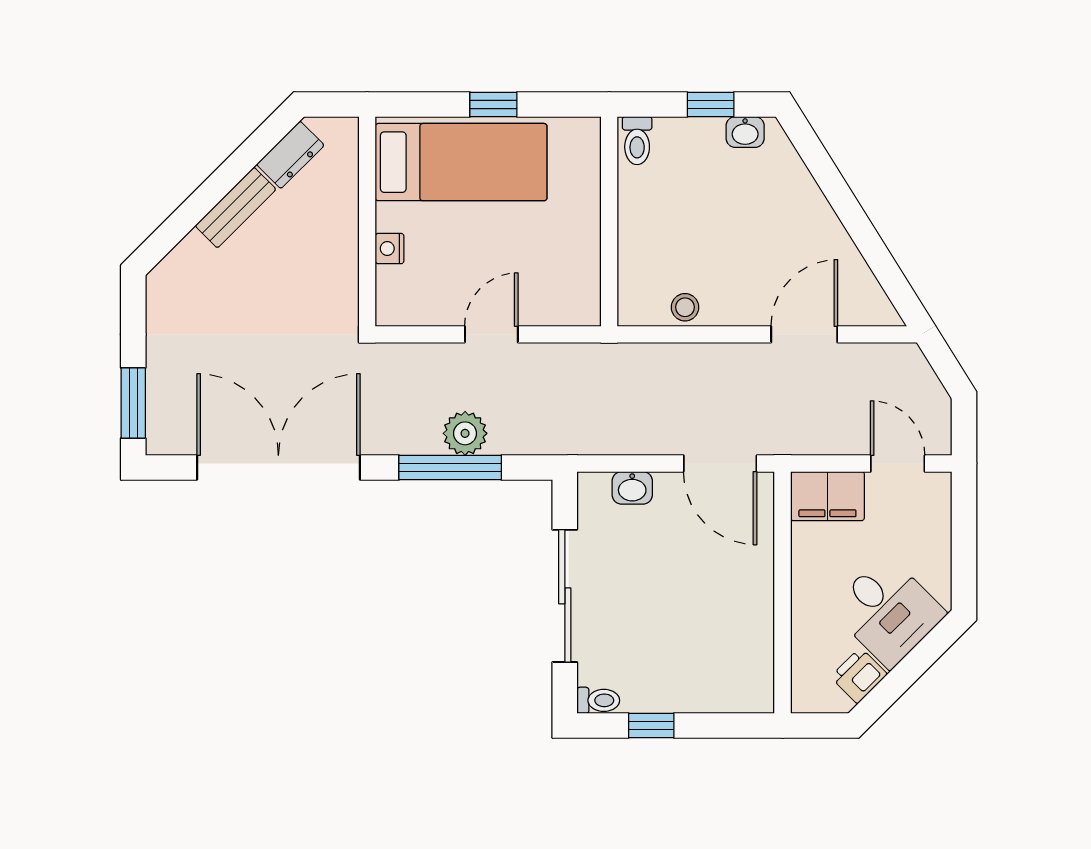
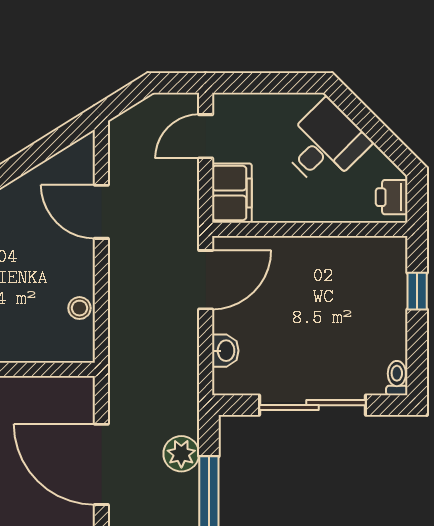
door: (491, 334) -> (101, 464), width x1.88
plant: (465, 433) -> (181, 454), moved
printer: (859, 676) -> (392, 197), moved, turned 45
window: (651, 726) -> (417, 291), moved

